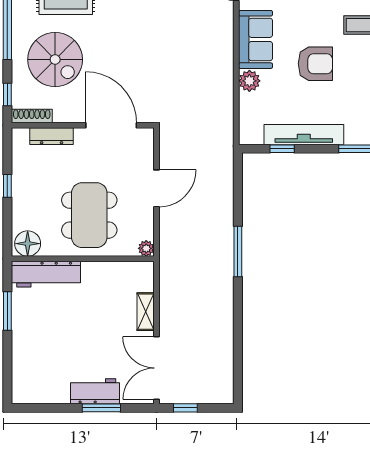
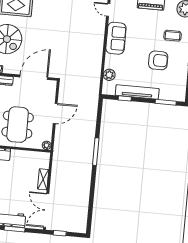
armchair: (315, 64) -> (158, 60), moved
plant: (249, 81) -> (109, 75), moved
door: (111, 125) -> (34, 77), hinge flipped

